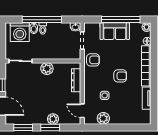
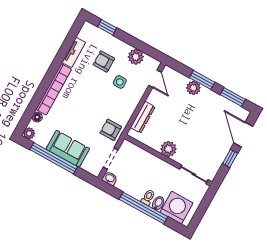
armchair: (120, 76) -> (104, 61), moved
window: (134, 128) -> (107, 27), added

